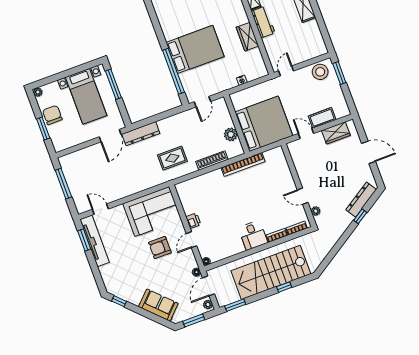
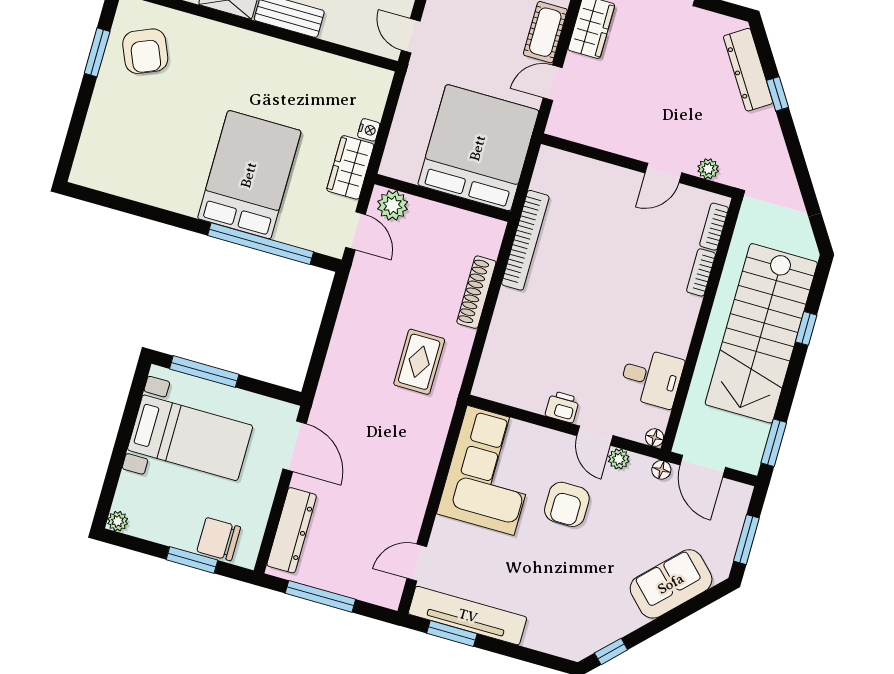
wardrobe: (247, 37) -> (350, 167), moved, turned 90
chair: (52, 115) -> (219, 539), moved
dresser: (141, 134) -> (292, 530), moved
plant: (231, 134) -> (393, 205), moved
desk: (253, 235) -> (651, 378), moved
plant: (208, 305) -> (619, 459), moved

